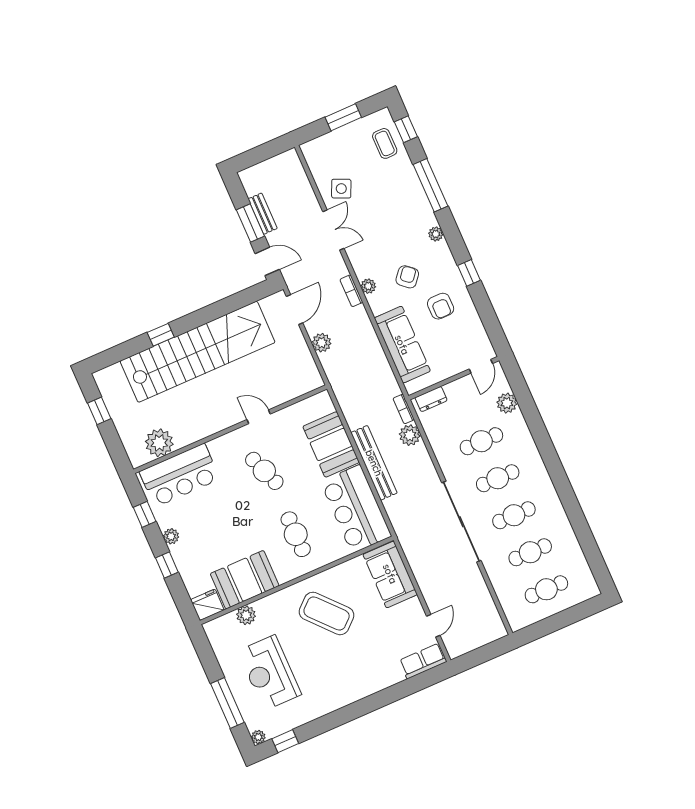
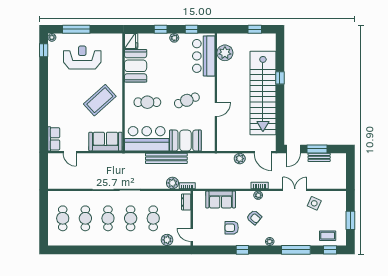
double door: (333, 230) -> (295, 190), swing flipped
sofa: (402, 345) -> (221, 200), width x0.73
plant: (246, 615) -> (117, 59), removed

